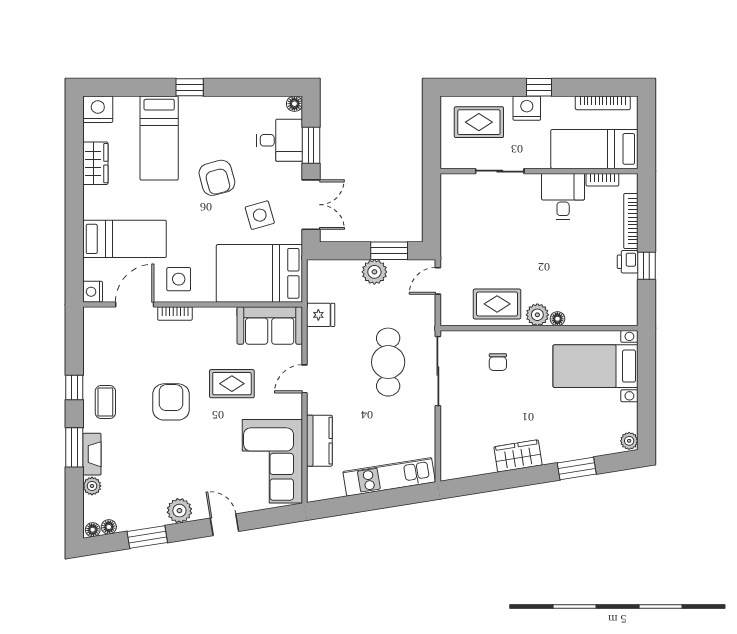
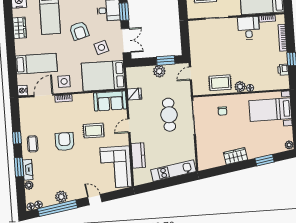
printer: (628, 262) -> (283, 70), moved
plant: (179, 511) -> (61, 197), moved
window: (147, 537) -> (58, 208), width x2.11

